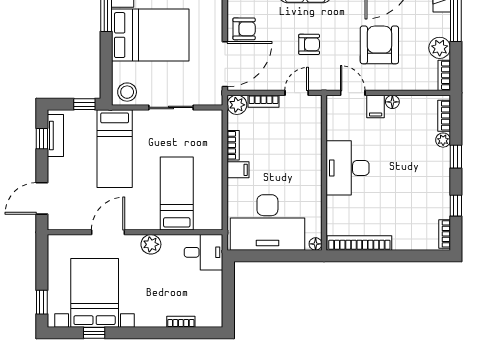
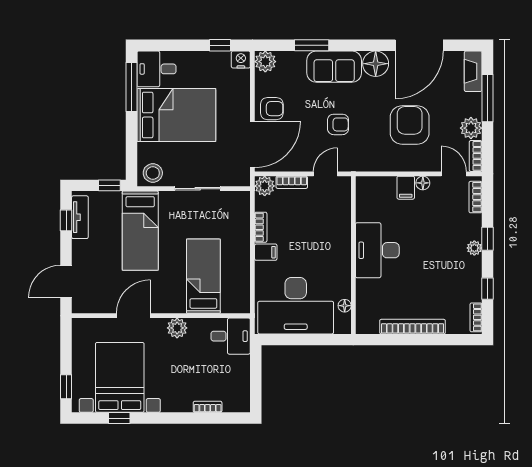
door: (353, 93) -> (454, 174), moved
plant: (443, 140) -> (474, 248), moved
bookcase: (359, 243) -> (412, 327), moved
floor lamp: (316, 244) -> (345, 306), moved

